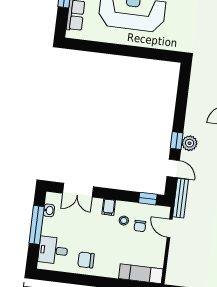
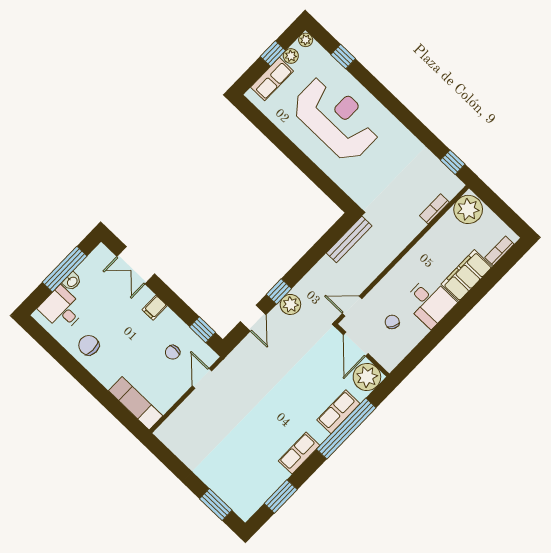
bench: (181, 198) -> (349, 239), moved
washbasin: (49, 210) -> (72, 282), moved
stool: (124, 221) -> (160, 334), removed

